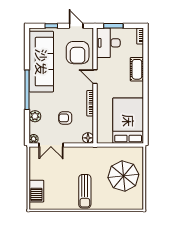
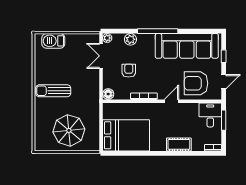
desk: (108, 43) -> (210, 115), width x0.73

